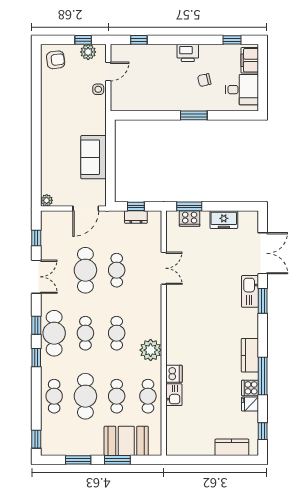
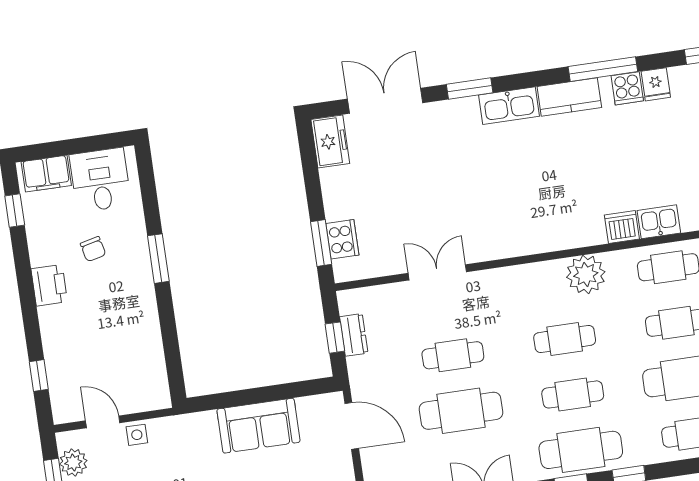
freezer: (224, 220) -> (330, 141), moved
kitchen sink: (250, 291) -> (509, 106), moved

